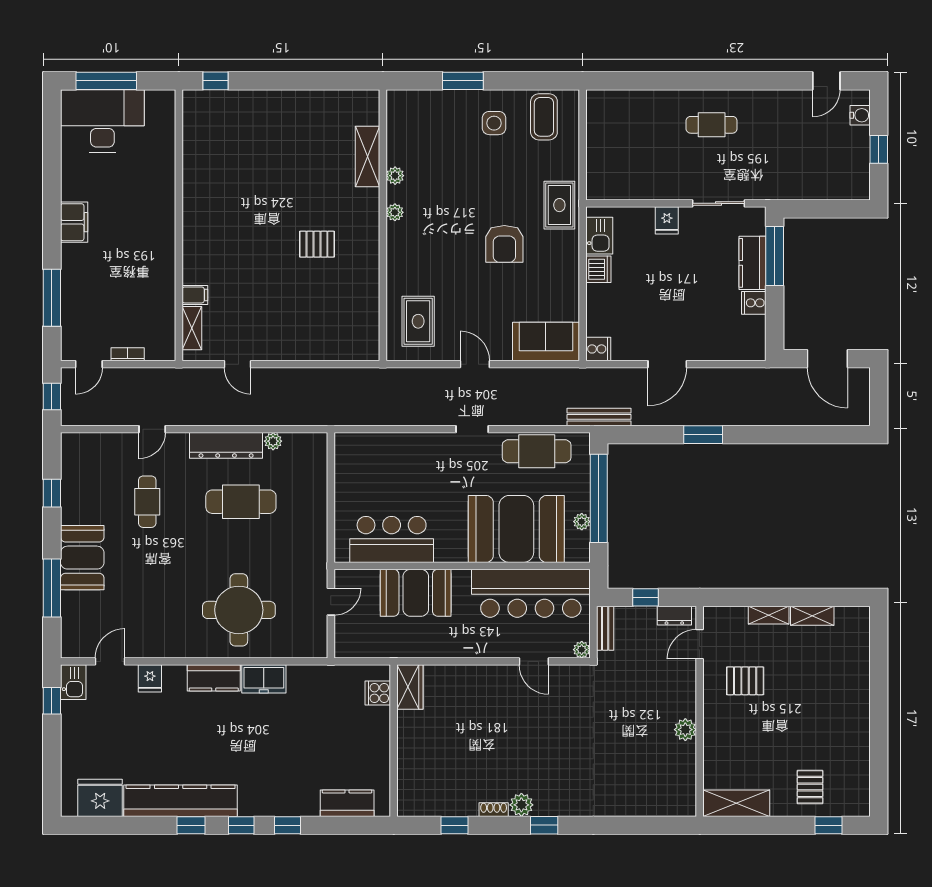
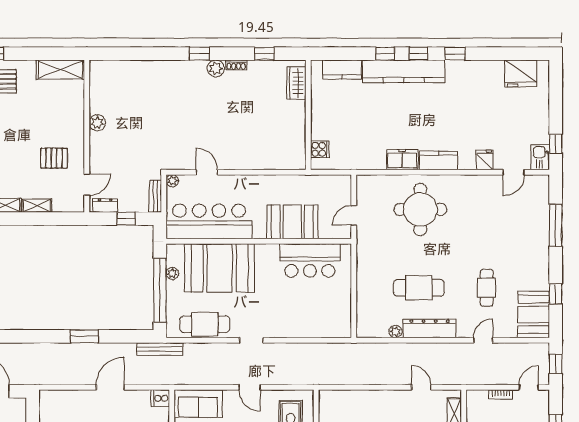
booth: (82, 558) -> (534, 314), moved
wardrobe: (410, 687) -> (296, 83), moved
kitchen counter: (181, 801) -> (404, 71), moved

